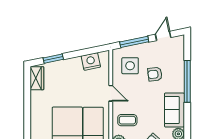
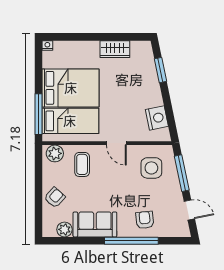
armchair: (155, 74) -> (145, 220), moved
wardrobe: (37, 78) -> (115, 49), moved
door: (111, 93) -> (116, 143), hinge flipped

